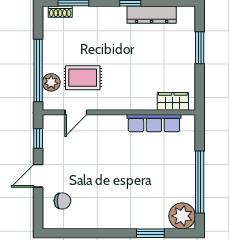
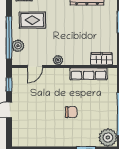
rug: (83, 78) -> (32, 20), moved
plant: (110, 103) -> (58, 60), added
chair: (62, 201) -> (71, 112), moved

